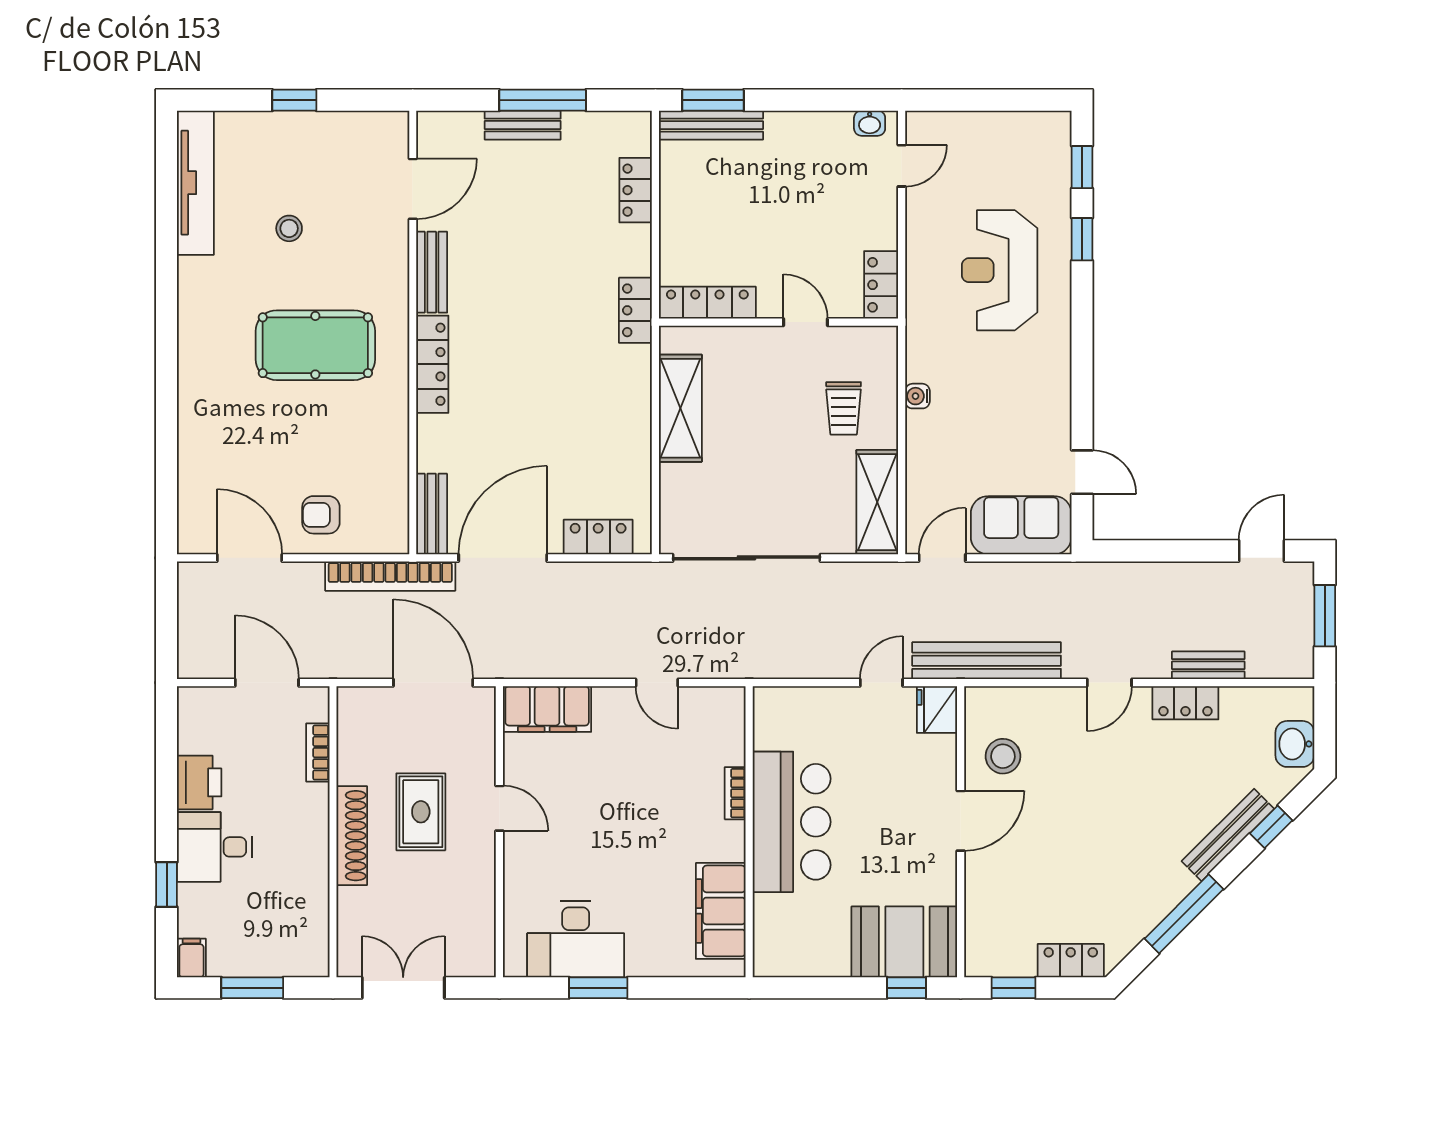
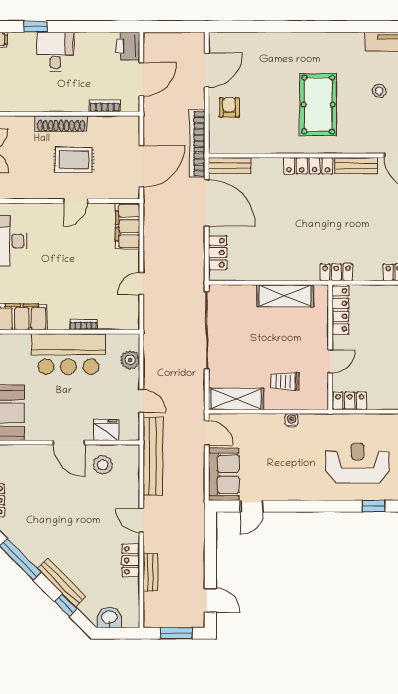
plant: (803, 704) -> (130, 360), added
fridge: (937, 710) -> (106, 430), moved
printer: (199, 782) -> (128, 46), moved, turned 90

